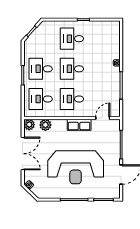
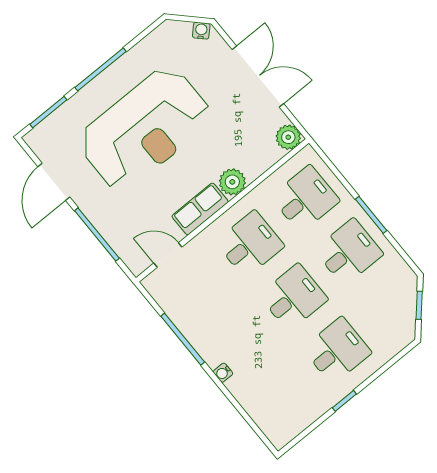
door: (103, 118) -> (168, 255), swing flipped
plant: (45, 125) -> (232, 182), moved
double door: (23, 154) -> (258, 77), swing flipped
reception desk: (76, 167) -> (145, 129), turned 180

